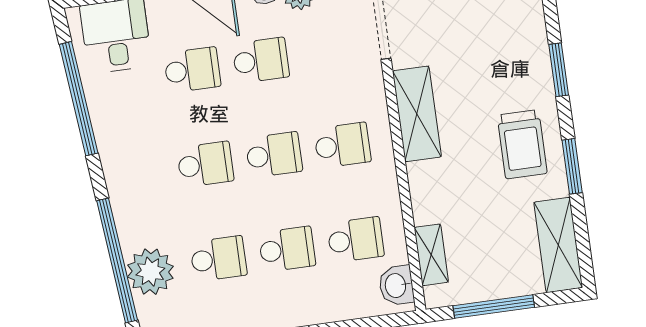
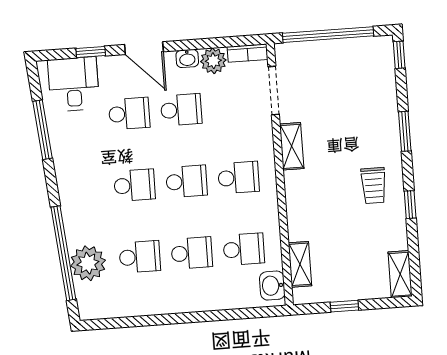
window: (79, 99) -> (42, 130), width x0.68
shelving: (417, 114) -> (292, 146), width x0.67, depth x0.75
trolley: (522, 144) -> (374, 185), width x0.73, depth x0.72
window: (572, 166) -> (410, 205), width x0.67
shelving: (558, 245) -> (400, 274), width x0.67, depth x0.75
window: (494, 306) -> (344, 306), width x0.46

